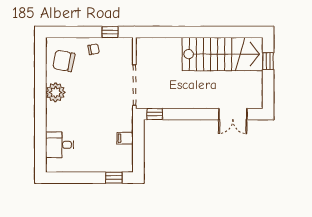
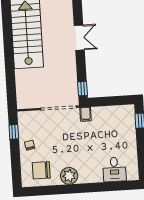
chair: (64, 61) -> (41, 170), turned 79
double door: (233, 114) -> (79, 38), moved
filing cabinet: (125, 138) -> (86, 114), moved

